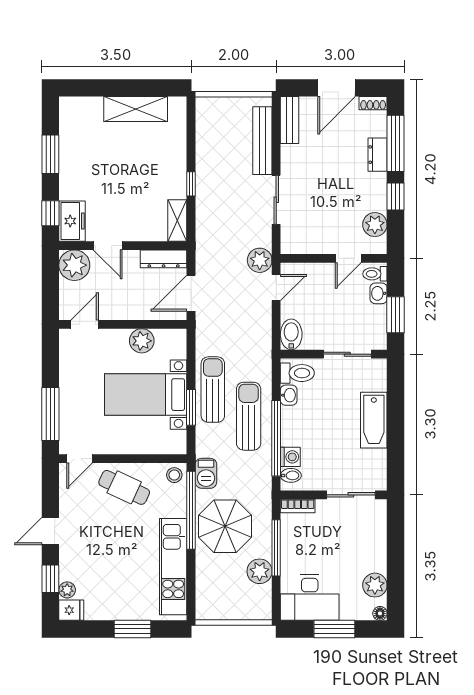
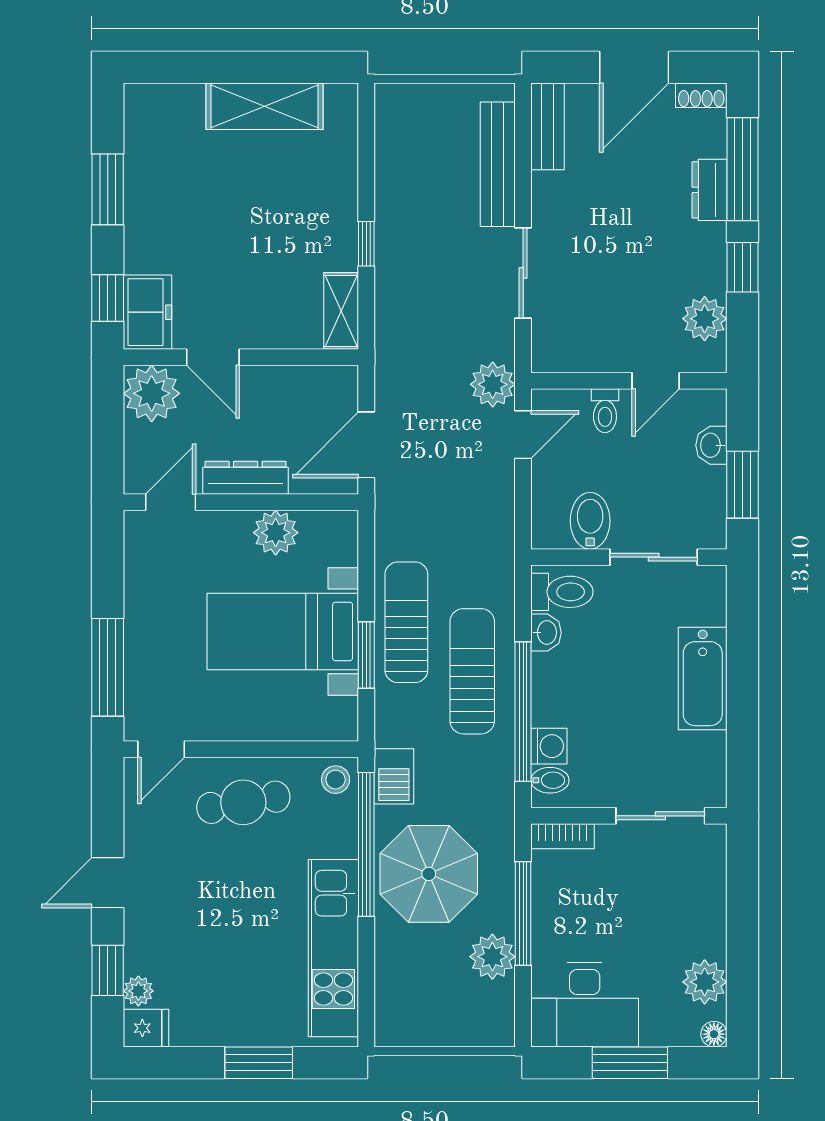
dresser: (164, 259) -> (246, 478), moved, turned 180
toilet: (375, 274) -> (605, 411), moved, turned -90
bidet: (291, 334) -> (590, 521), moved
cafe table: (124, 487) -> (243, 802), turned -35

